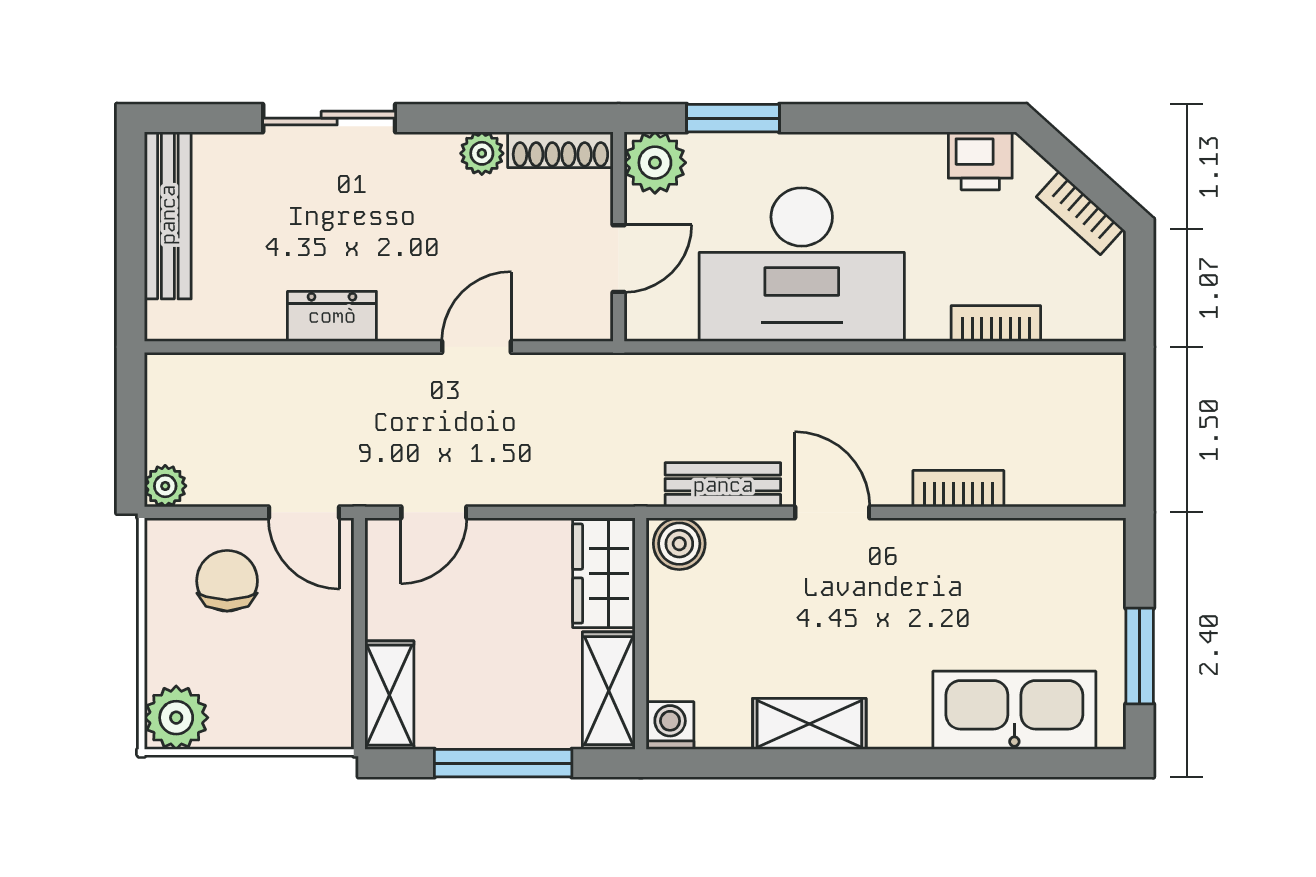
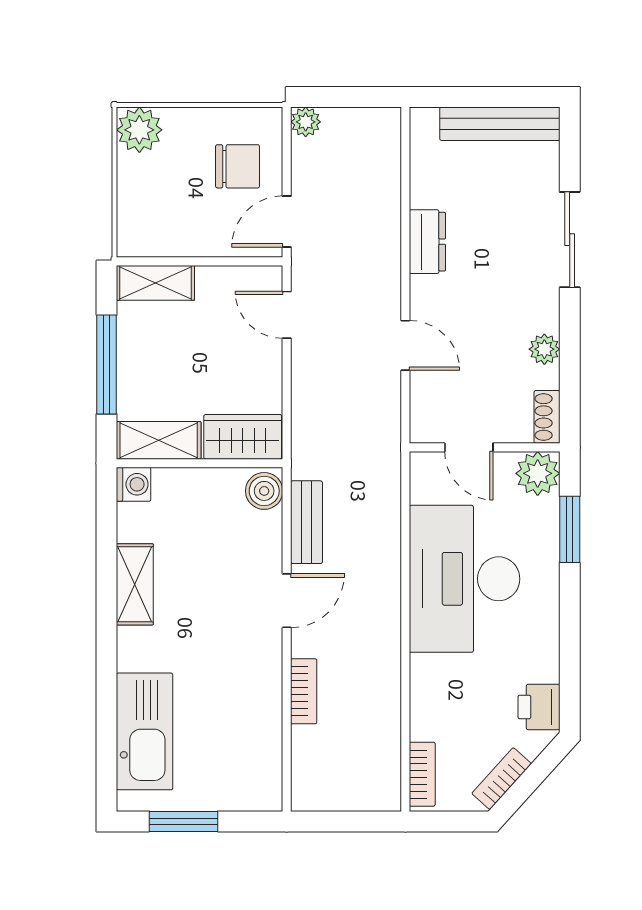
shoe rack: (560, 150) -> (547, 417), width x0.70
bookcase: (996, 323) -> (422, 774), moved

